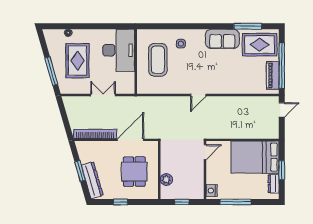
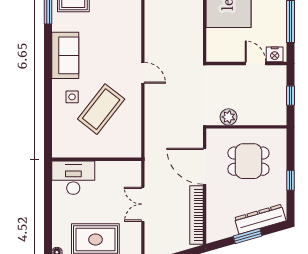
sofa: (222, 39) -> (65, 55), moved
desk: (119, 50) -> (73, 178), width x0.73, depth x0.77
coffee table: (158, 60) -> (101, 109), moved, turned -52
door: (205, 152) -> (255, 64), moved
plant: (166, 180) -> (229, 117), moved

